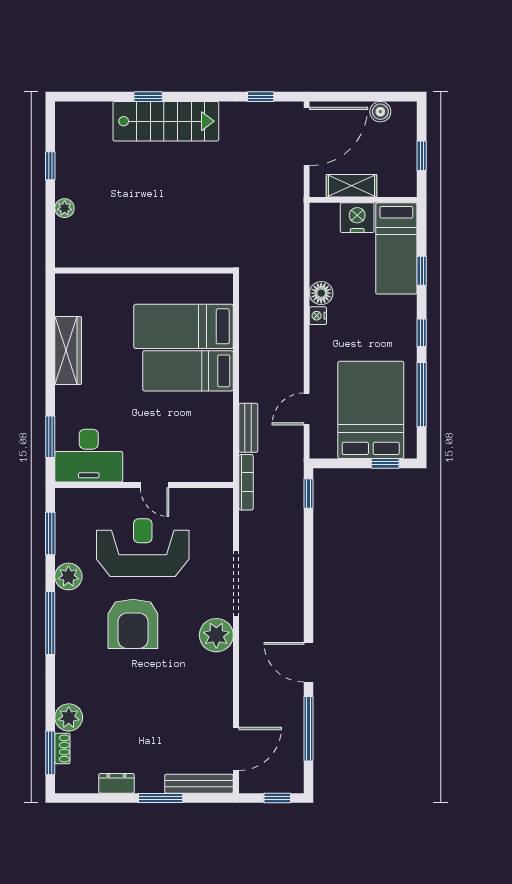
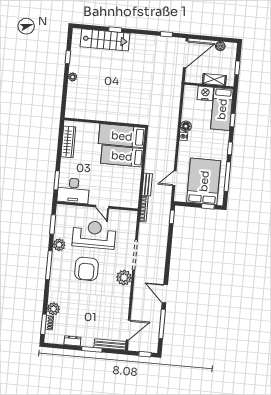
stairs: (166, 121) -> (105, 40), moved
shelving: (352, 186) -> (214, 80), moved
wall: (144, 271) -> (105, 123), moved

